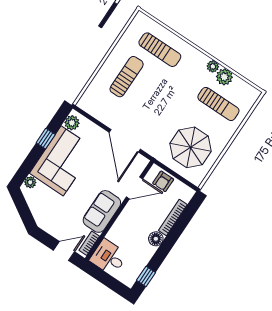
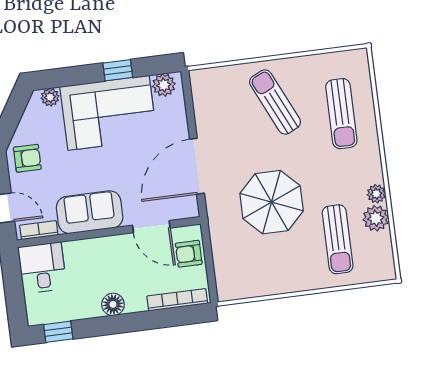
sun lounger: (127, 77) -> (275, 102), turned -115
parasol: (191, 147) -> (272, 202), moved
bookcase: (173, 217) -> (177, 300), moved
armchair: (50, 219) -> (27, 158), added

